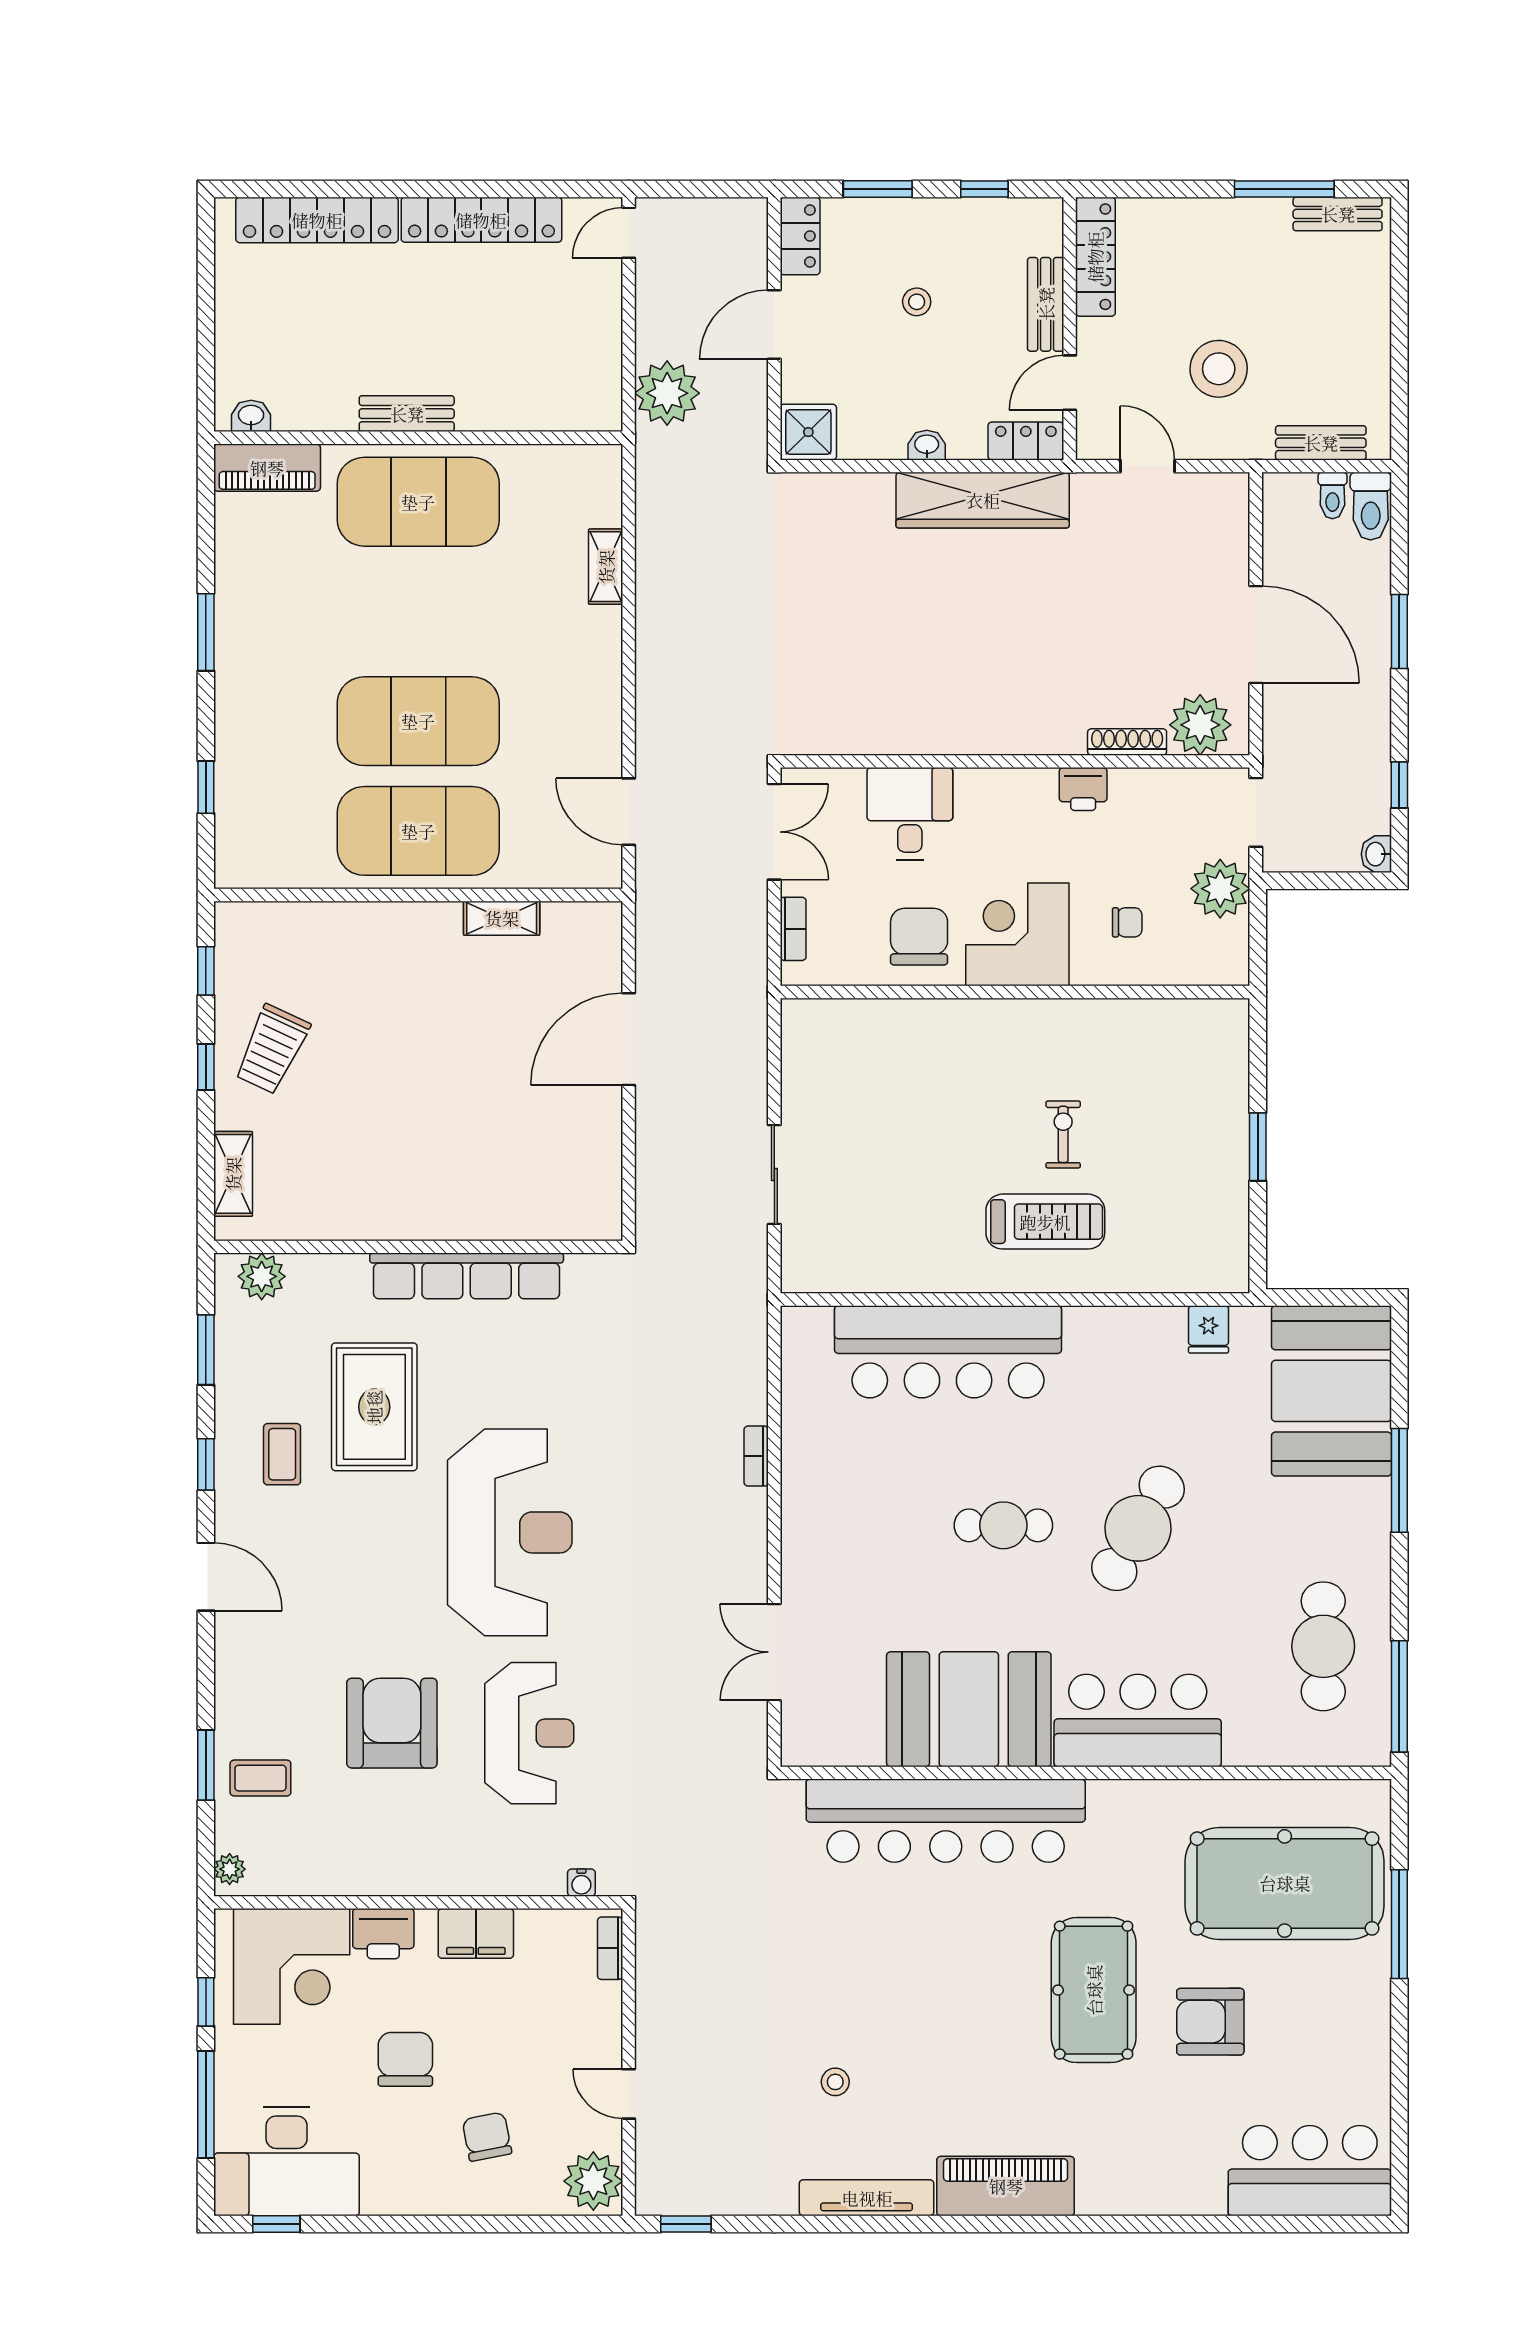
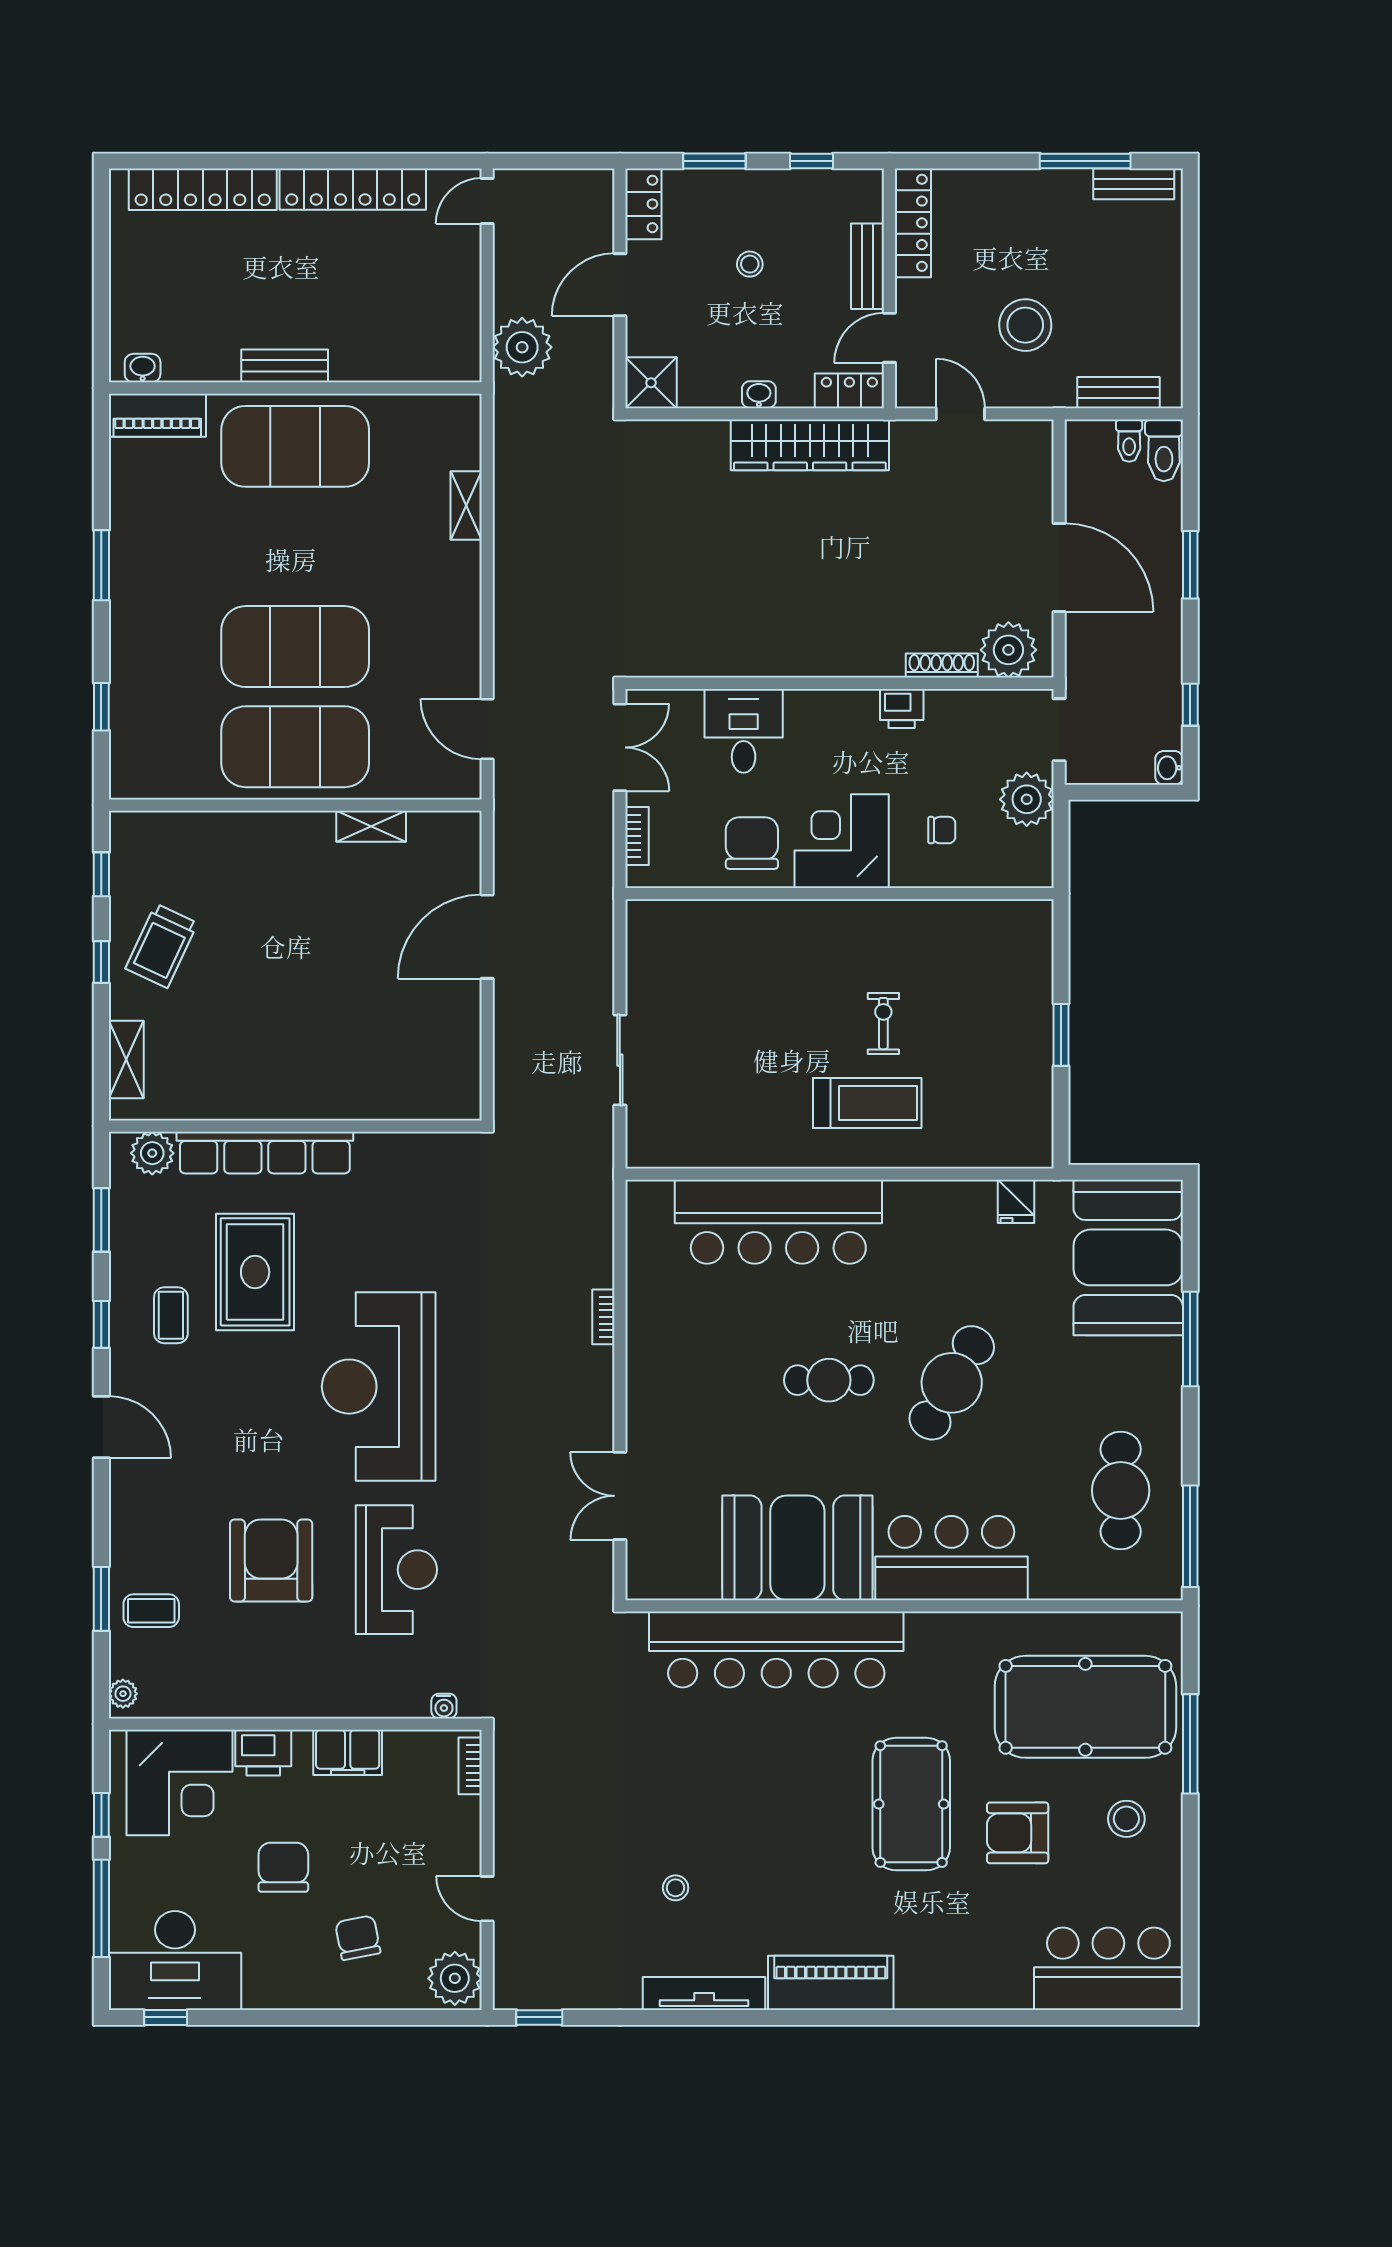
row of seats: (467, 1276) -> (265, 1153), moved
reception desk: (510, 1532) -> (379, 1387), turned 180
stool: (1330, 2006) -> (1126, 1819), added

